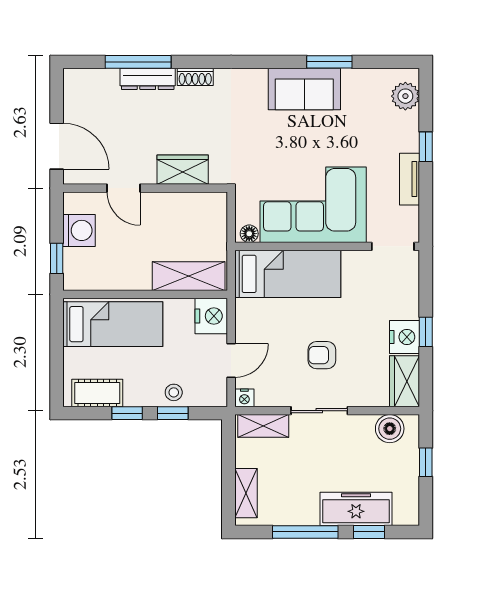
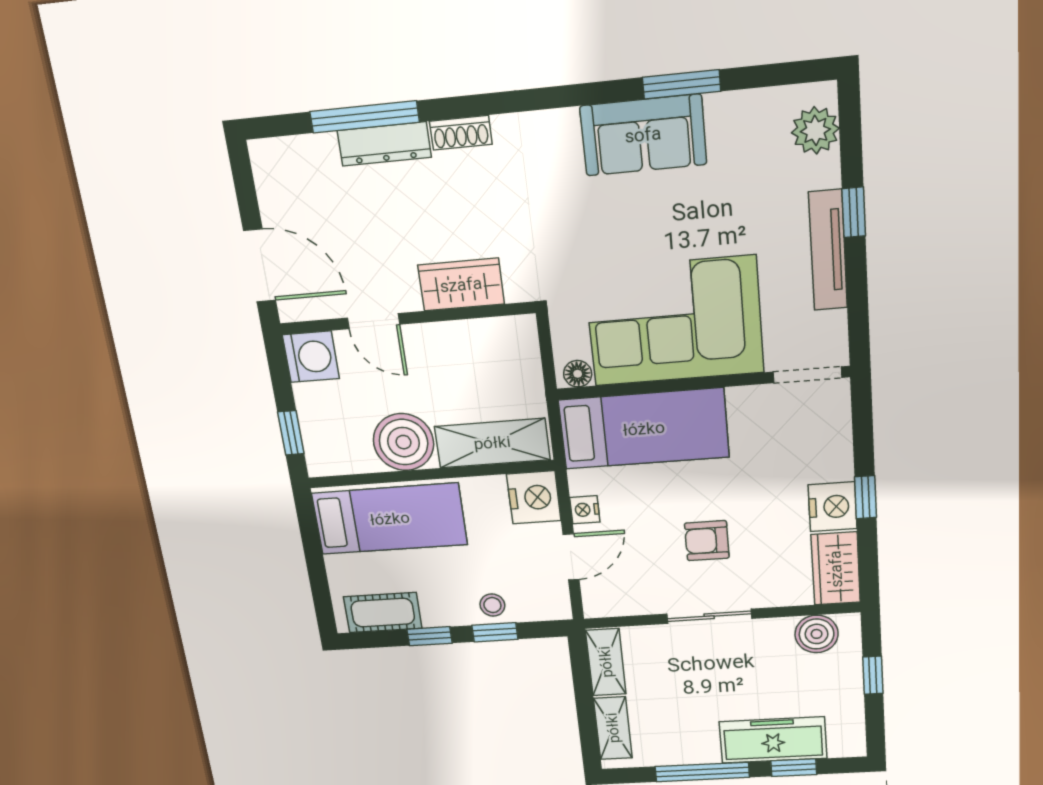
tv unit: (409, 179) -> (828, 250), width x1.41
washing machine: (79, 230) -> (311, 357), moved
boiler: (130, 271) -> (403, 442), added
nightstand: (244, 398) -> (585, 510), moved, turned 90
shelving: (263, 426) -> (606, 662), moved, turned 90

